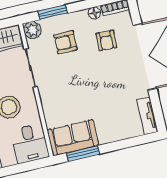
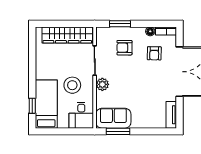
plant: (32, 30) -> (102, 84), moved

